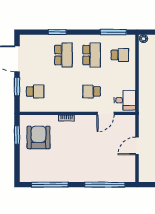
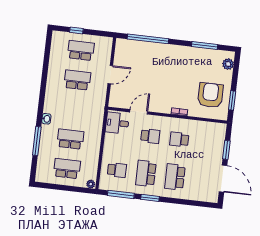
window: (57, 32) -> (150, 198), moved
school desk: (120, 55) -> (117, 170), turned 180
school desk: (35, 91) -> (179, 139), moved
armchair: (39, 137) -> (210, 95), turned 180
plant: (25, 169) -> (228, 64), added
window: (50, 185) -> (205, 45), width x0.68

